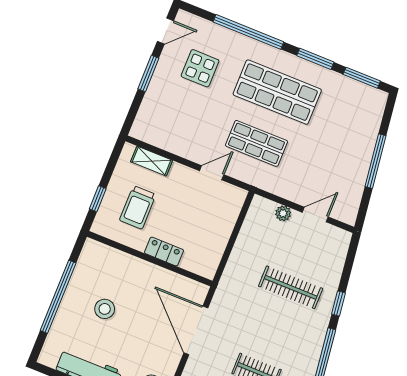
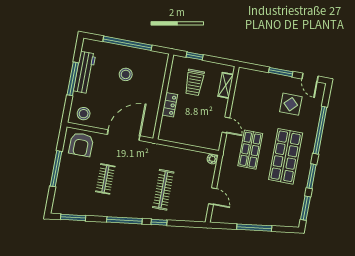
trolley: (138, 207) -> (194, 82), turned -90
plant: (283, 213) -> (212, 159), moved

